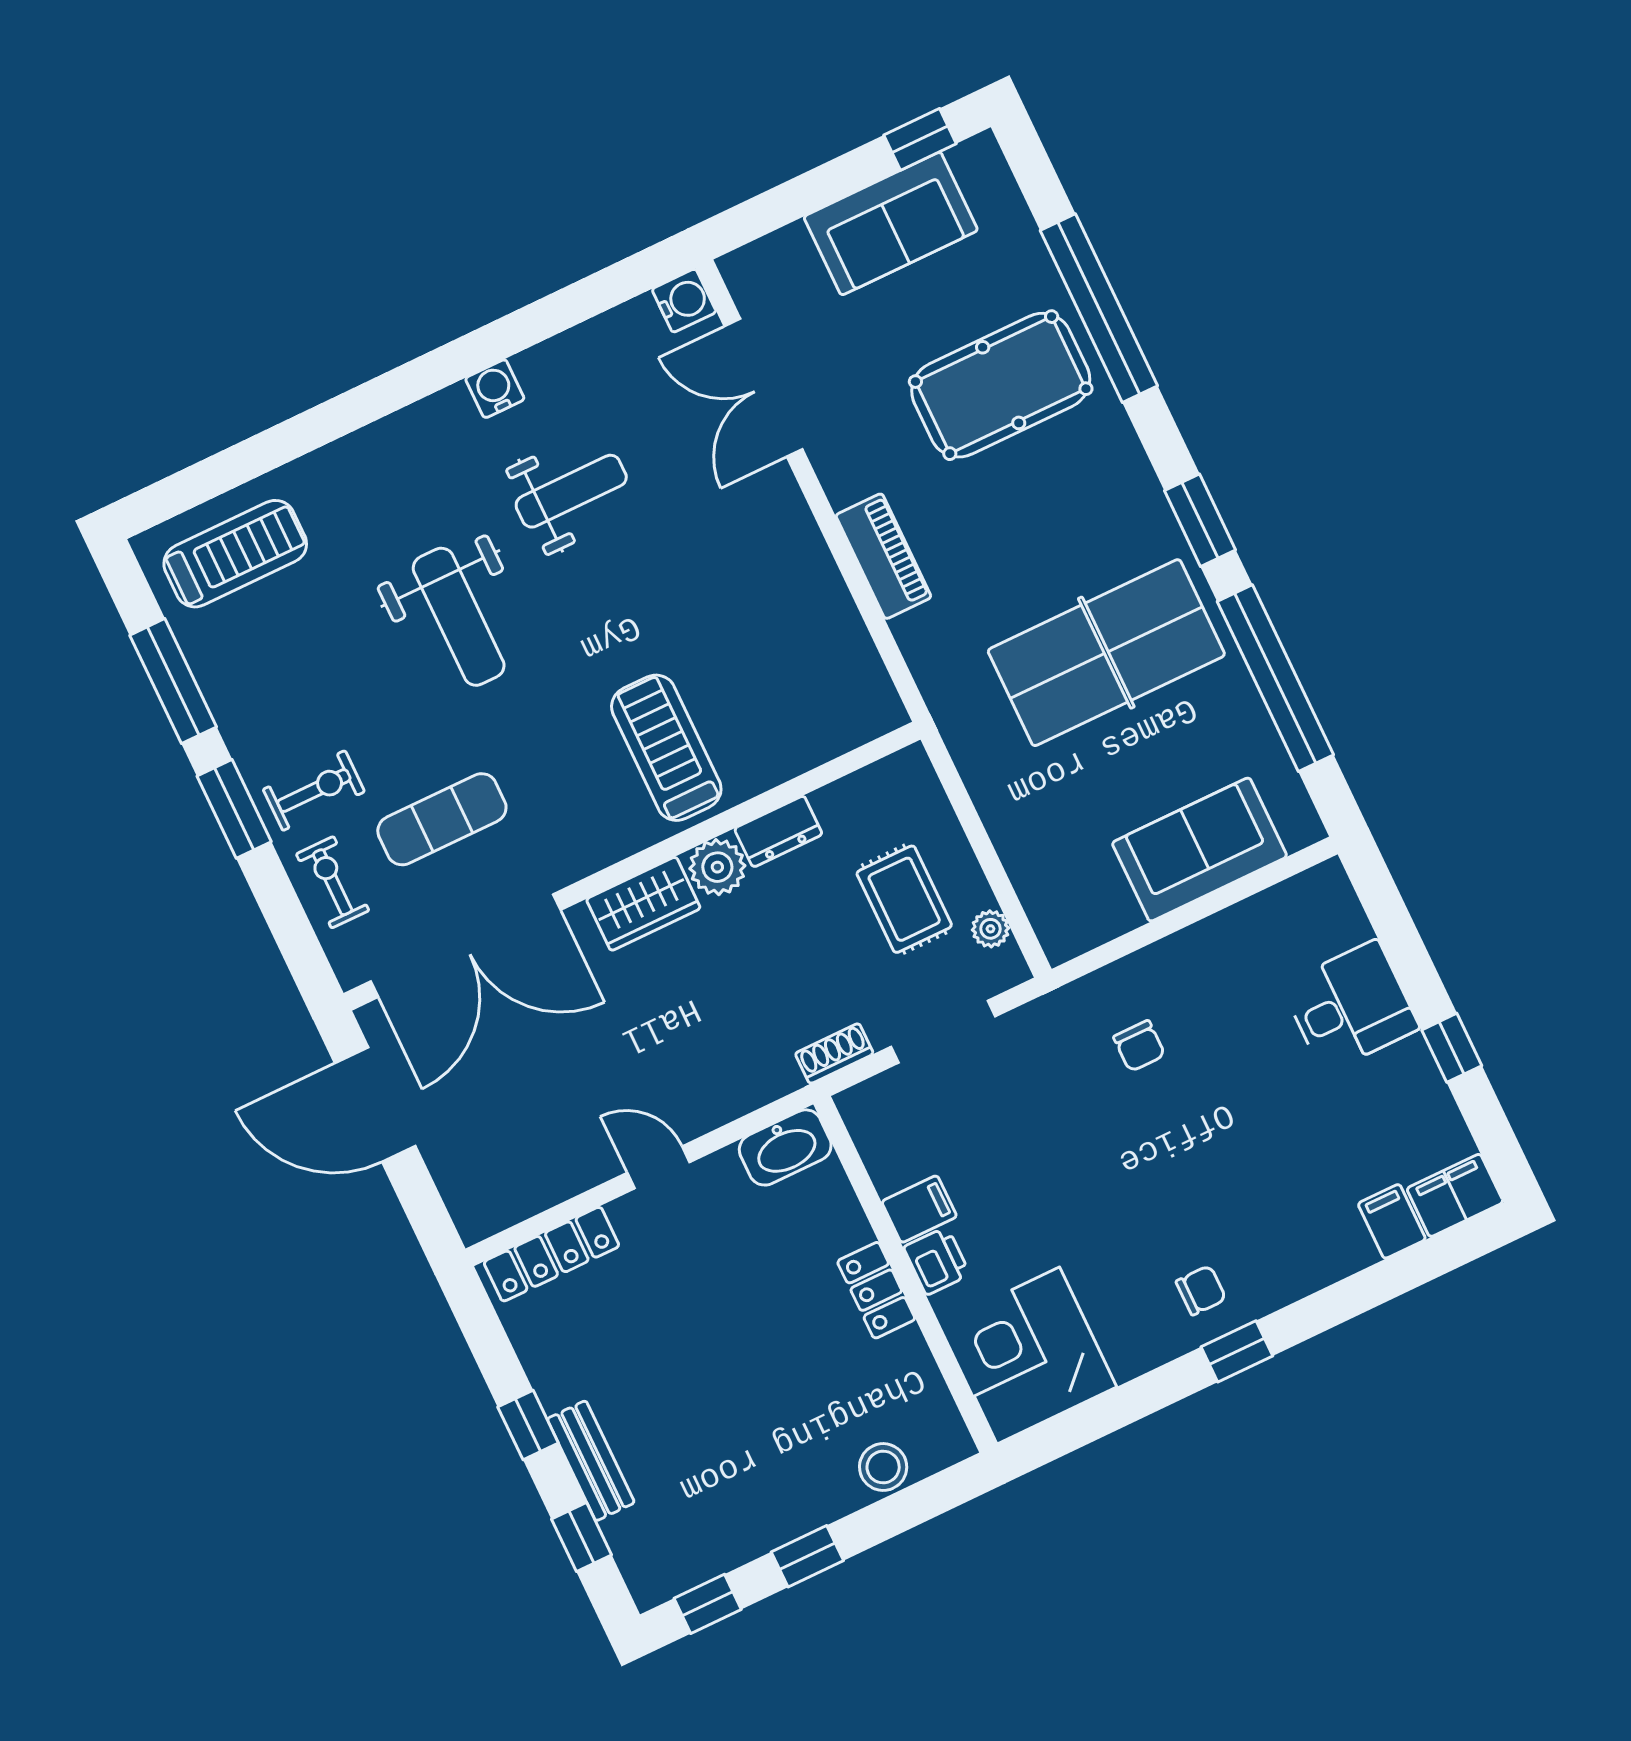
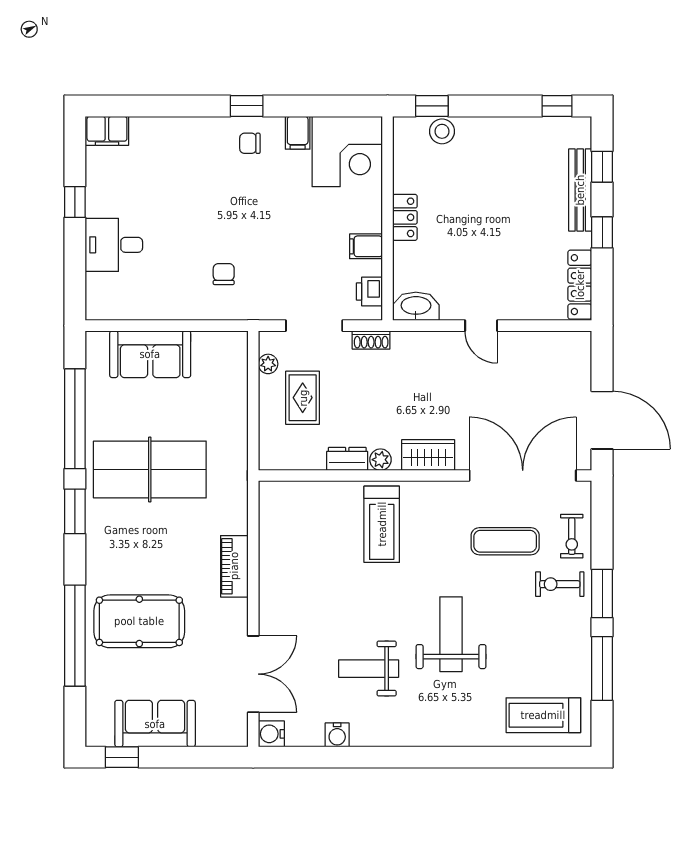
water cooler: (495, 389) -> (337, 735), moved
plant: (717, 867) -> (380, 460), width x0.73, depth x0.73
filing cabinet: (1392, 1221) -> (298, 133), moved
locker: (551, 1254) -> (580, 285), moved, turned -90
printer: (937, 1261) -> (369, 292), moved
bench: (591, 1461) -> (580, 190), width x1.36
window: (807, 1556) -> (432, 106), moved

